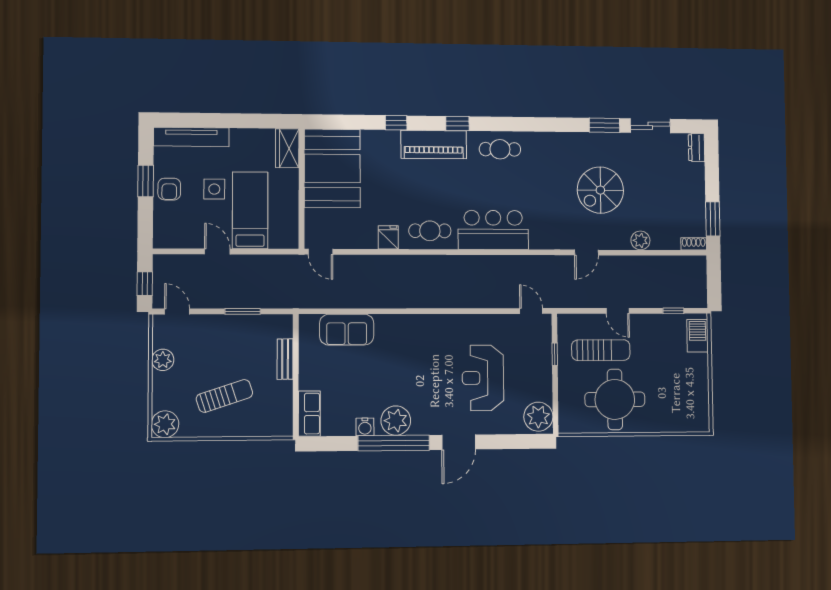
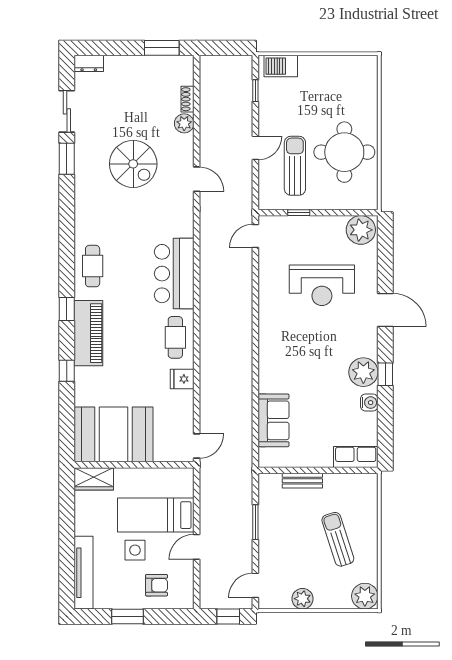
armchair: (169, 189) -> (157, 585), moved
shoe rack: (694, 244) -> (187, 99), moved
window: (394, 443) -> (385, 374), width x0.32

